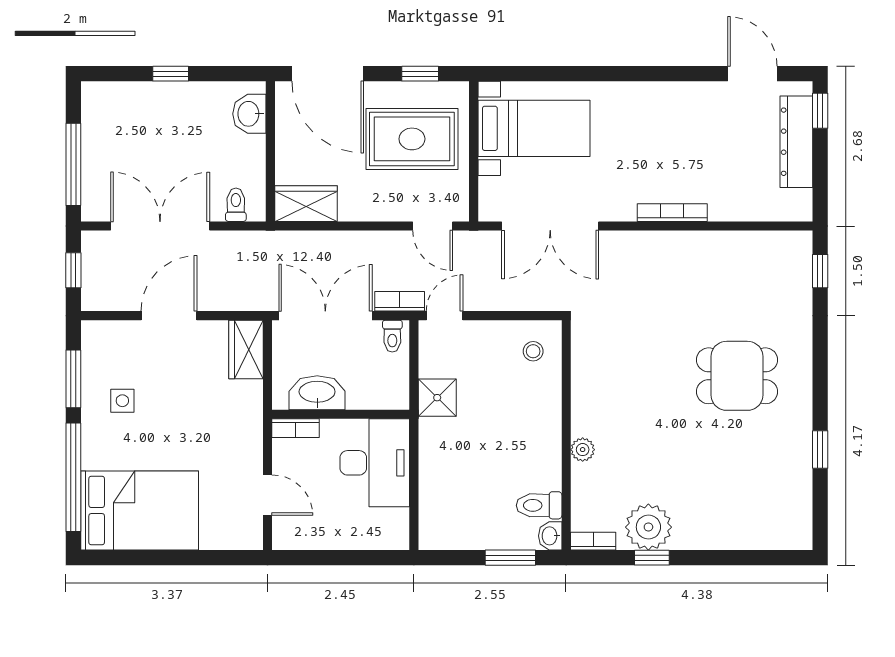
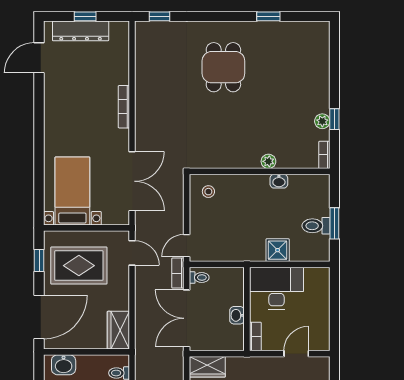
window: (820, 111) -> (85, 16), moved
rug: (412, 139) -> (79, 266), turned 90
door: (433, 226) -> (132, 253), hinge flipped
door: (445, 316) -> (187, 246), hinge flipped
washbasin: (317, 393) -> (237, 315), width x0.52, depth x0.69
shower: (437, 398) -> (278, 250), moved
toilet: (539, 505) -> (316, 226), moved, turned 90
plant: (648, 527) -> (322, 121), width x0.53, depth x0.53
washbasin: (550, 536) -> (279, 181), moved
window: (510, 558) -> (334, 223), moved

